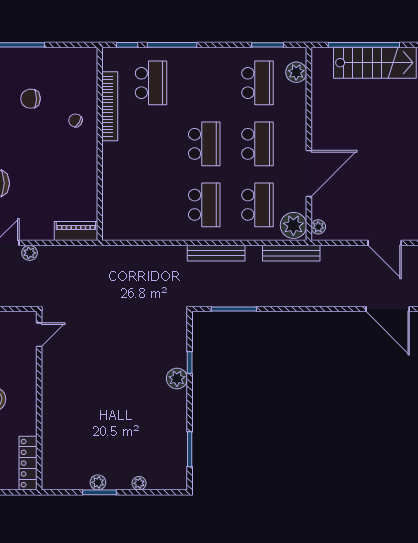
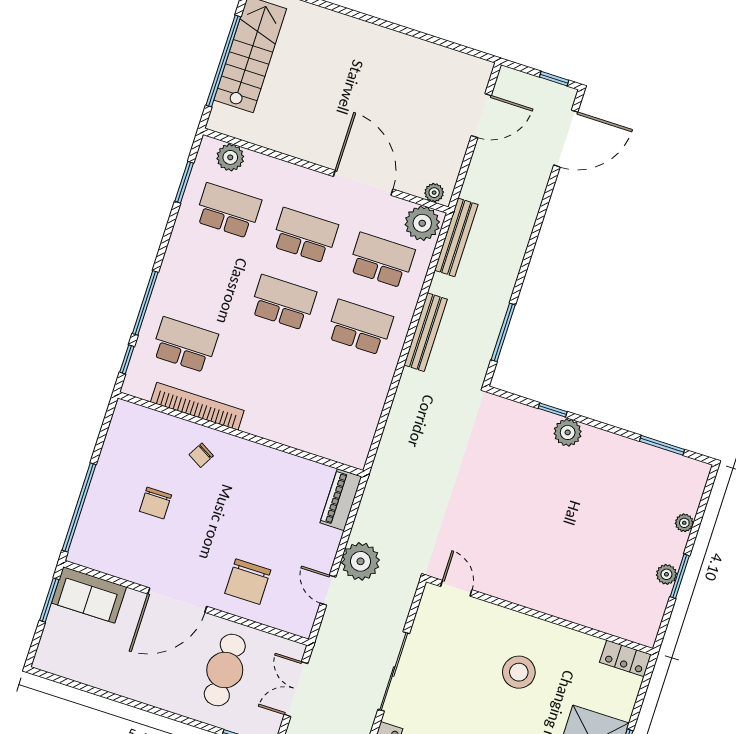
plant: (30, 253) -> (361, 561), width x1.88, depth x1.88
locker: (28, 463) -> (625, 658), width x0.66

